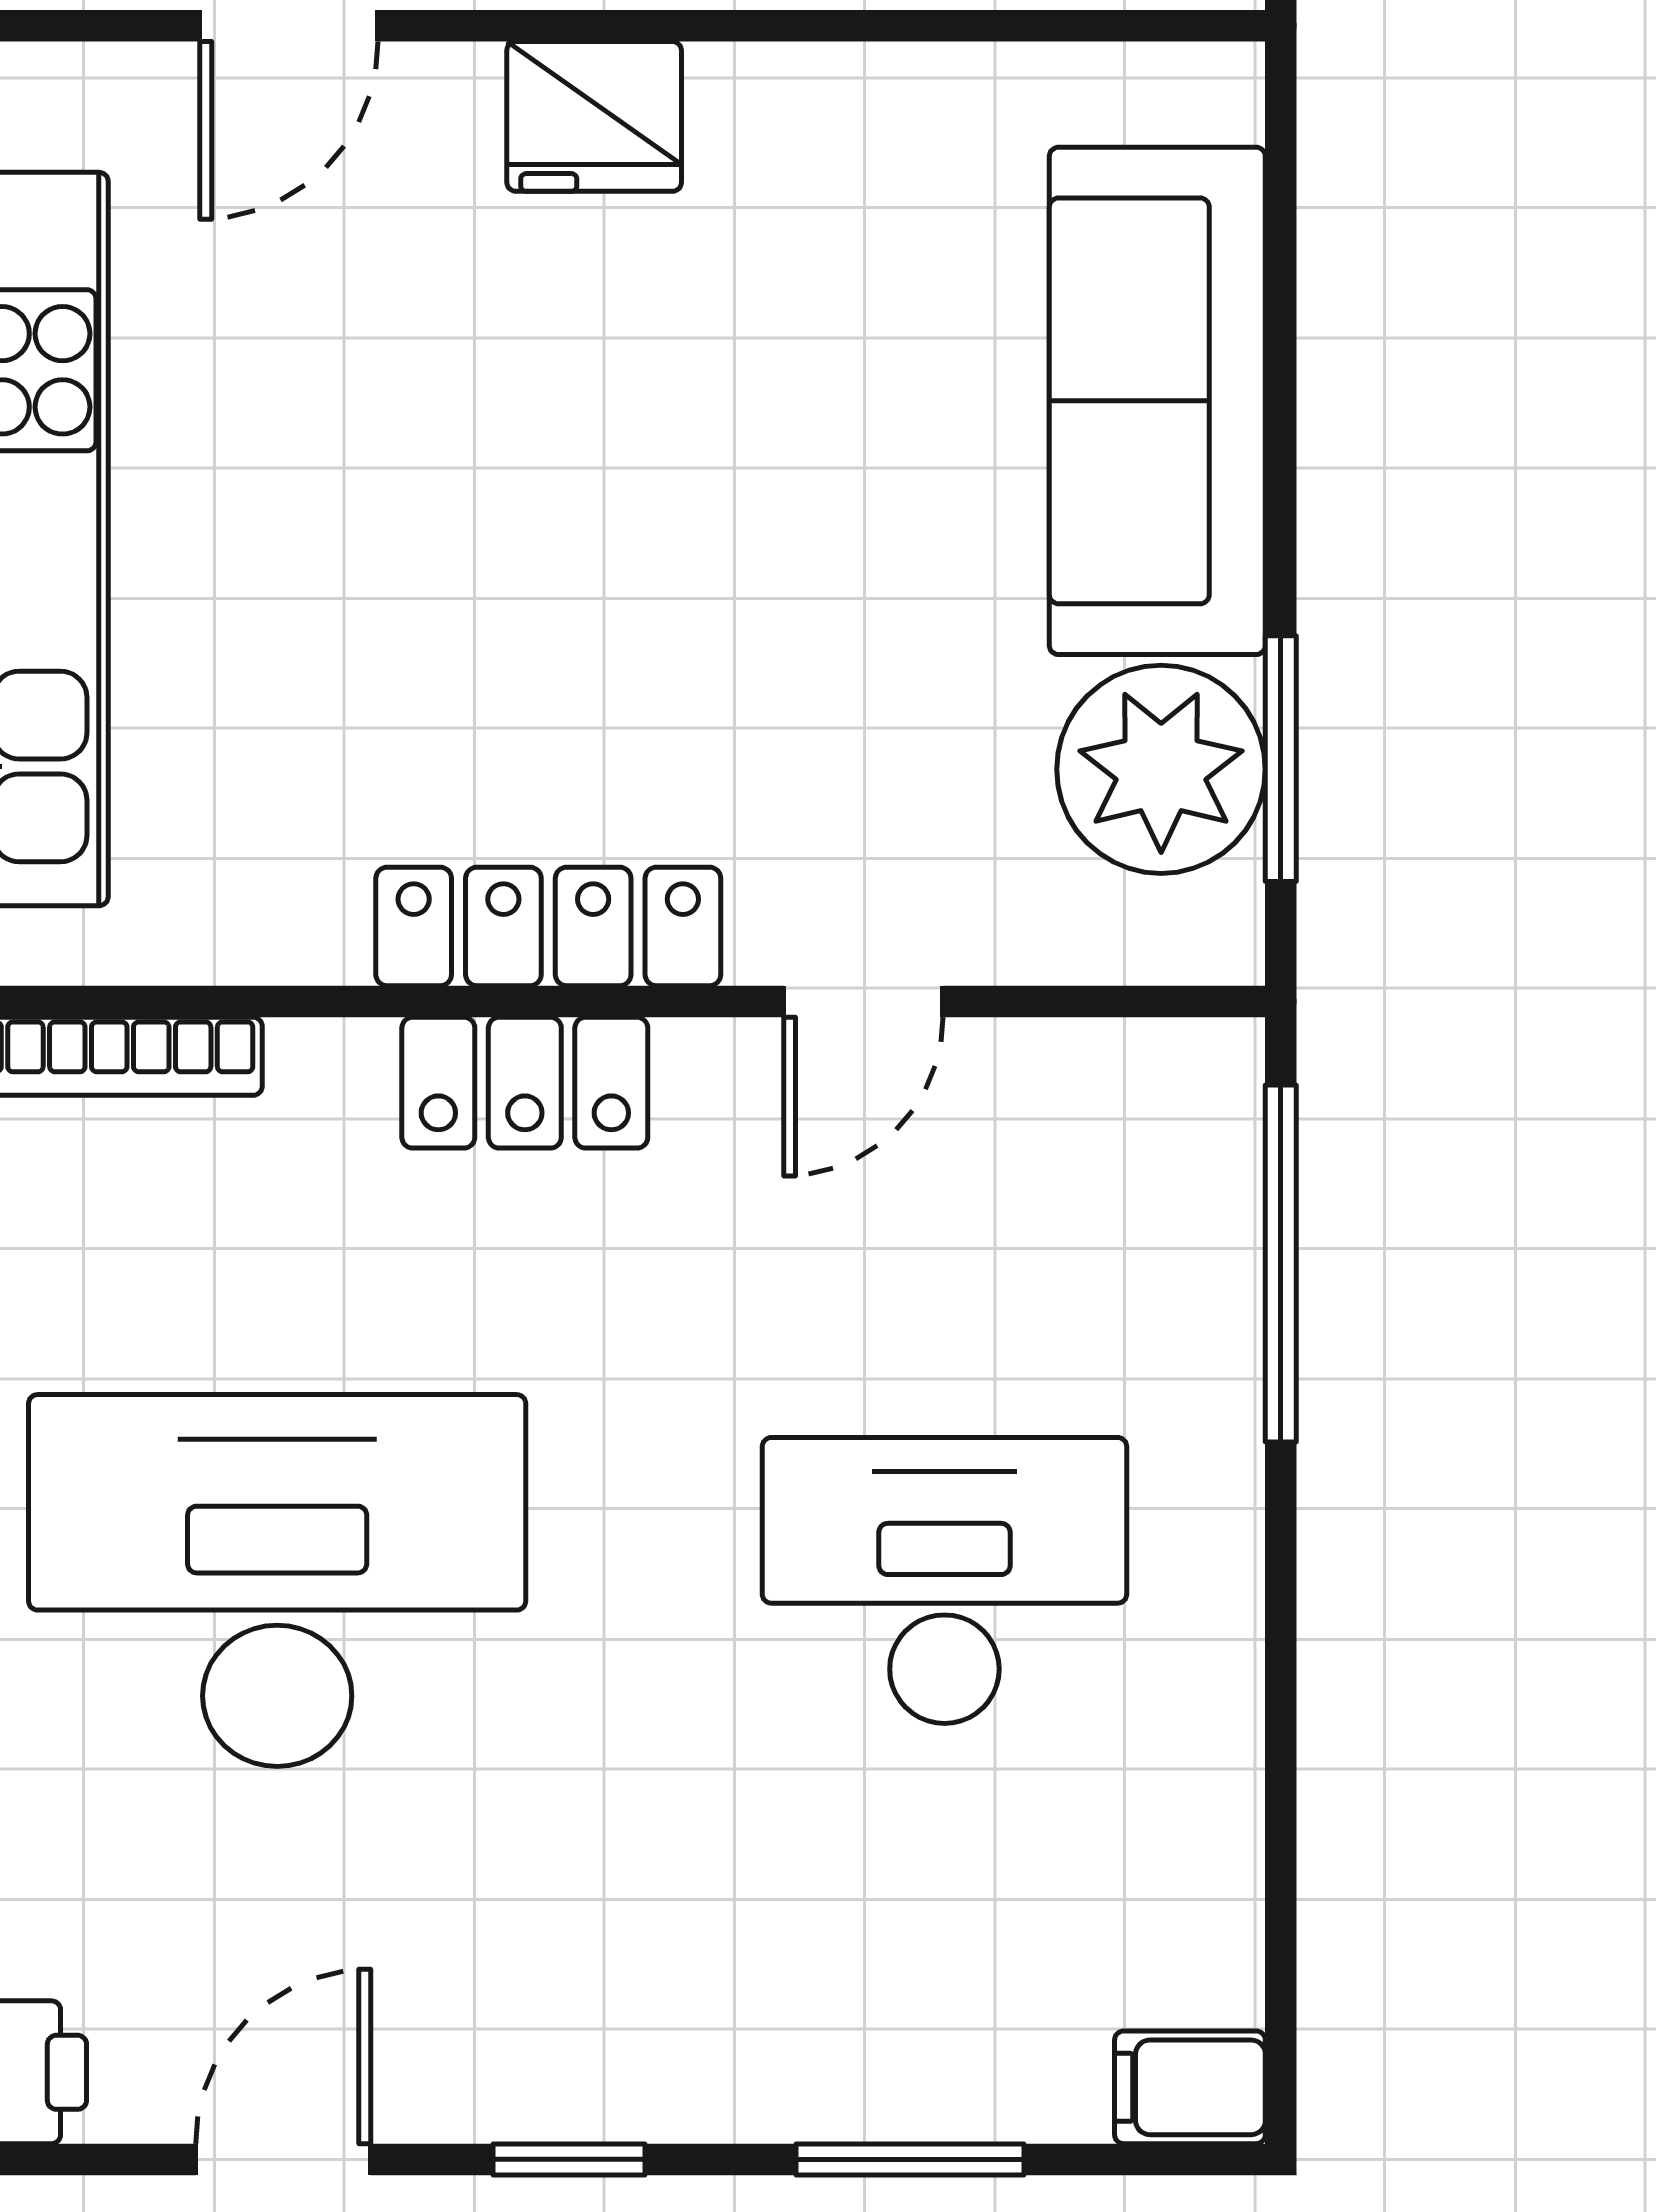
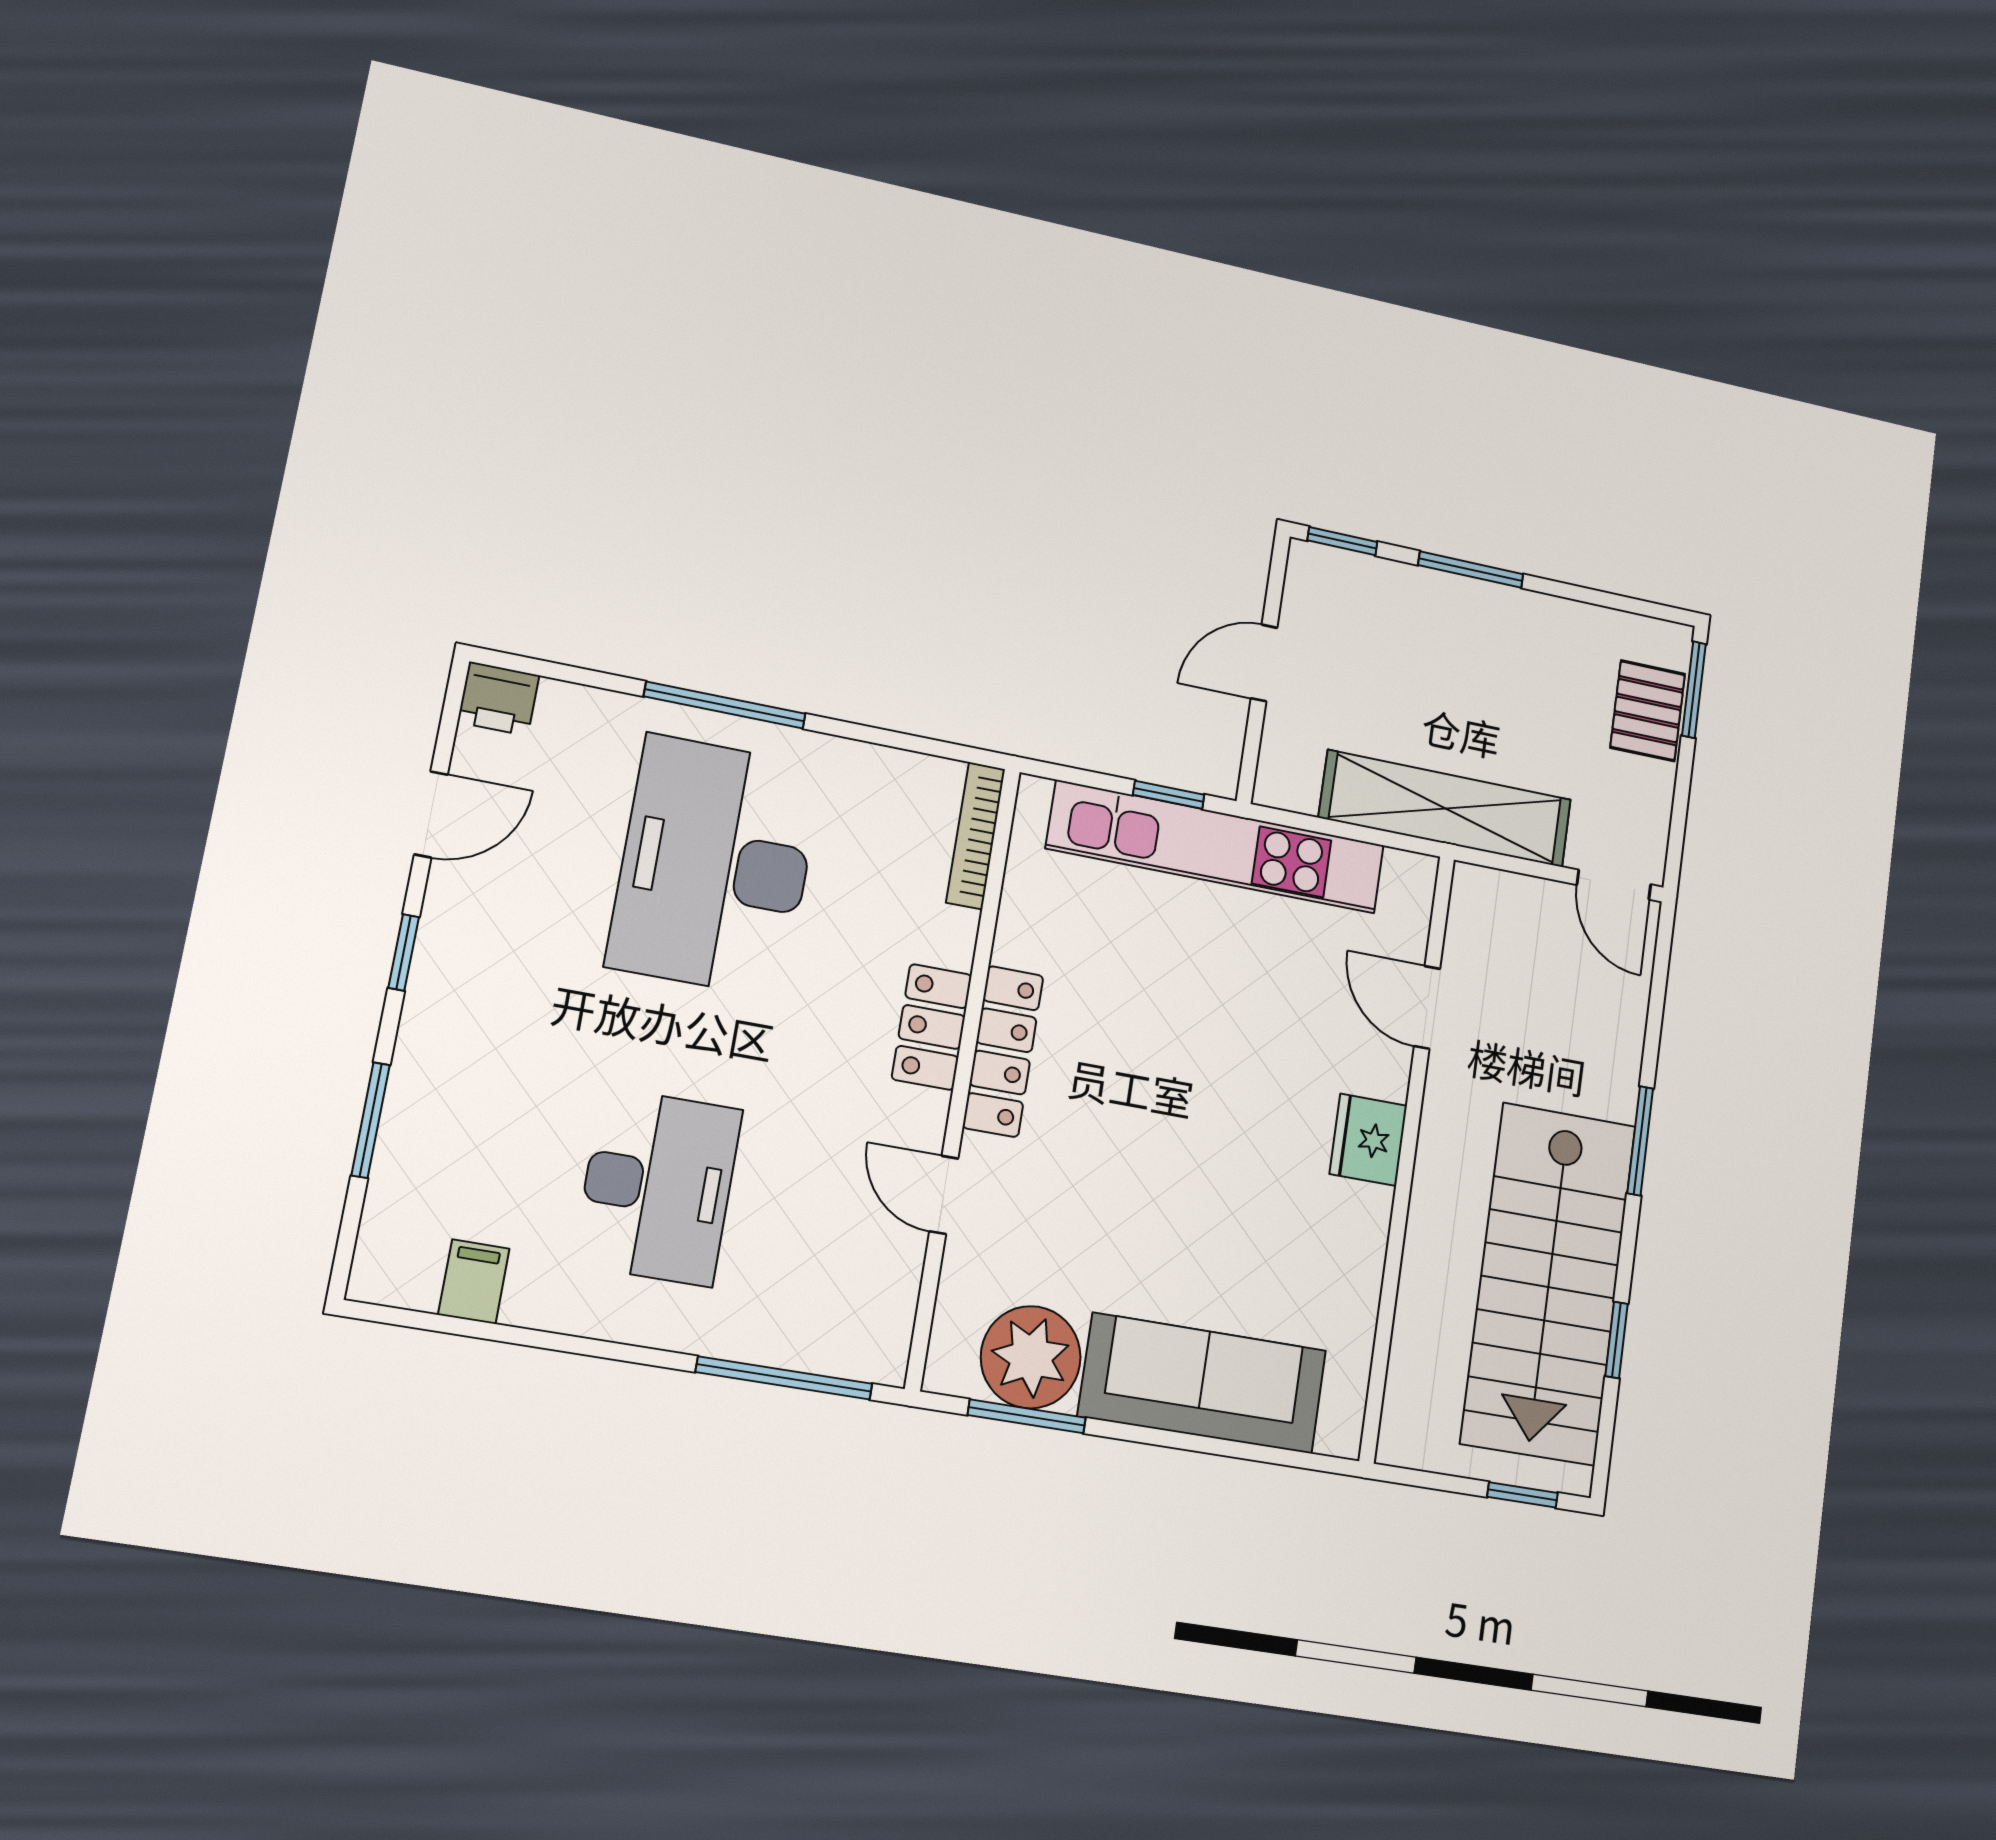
desk: (277, 1580) -> (715, 866), turned 180
filing cabinet: (1190, 2087) -> (474, 1282), moved
door: (283, 2159) -> (431, 814), hinge flipped

